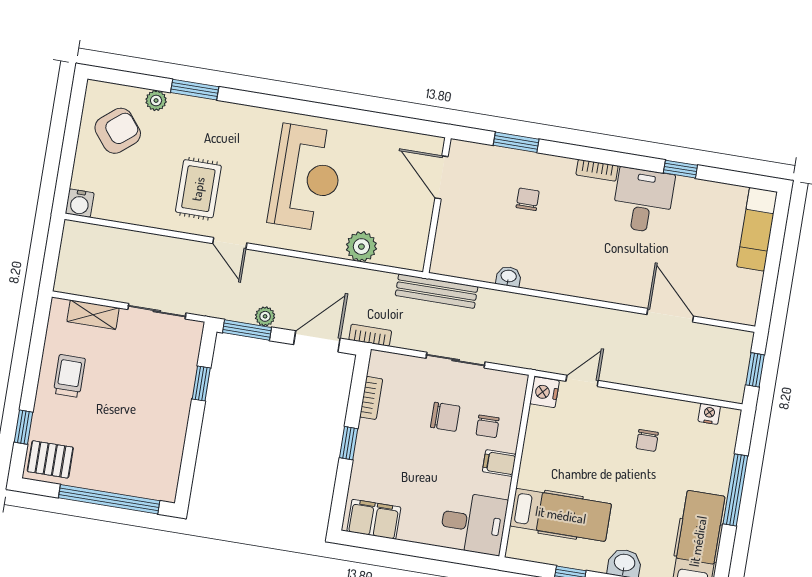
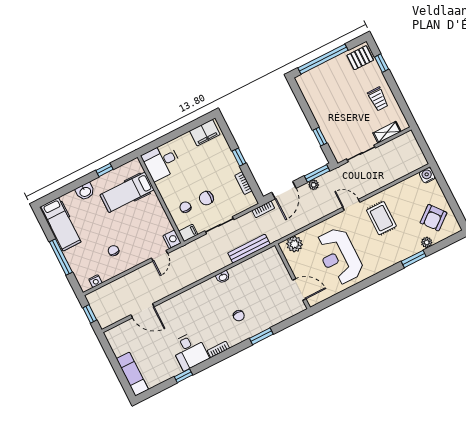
door: (441, 177) -> (299, 290), moved
wall: (437, 205) -> (293, 276), moved
filing cabinet: (499, 463) -> (188, 233), moved

